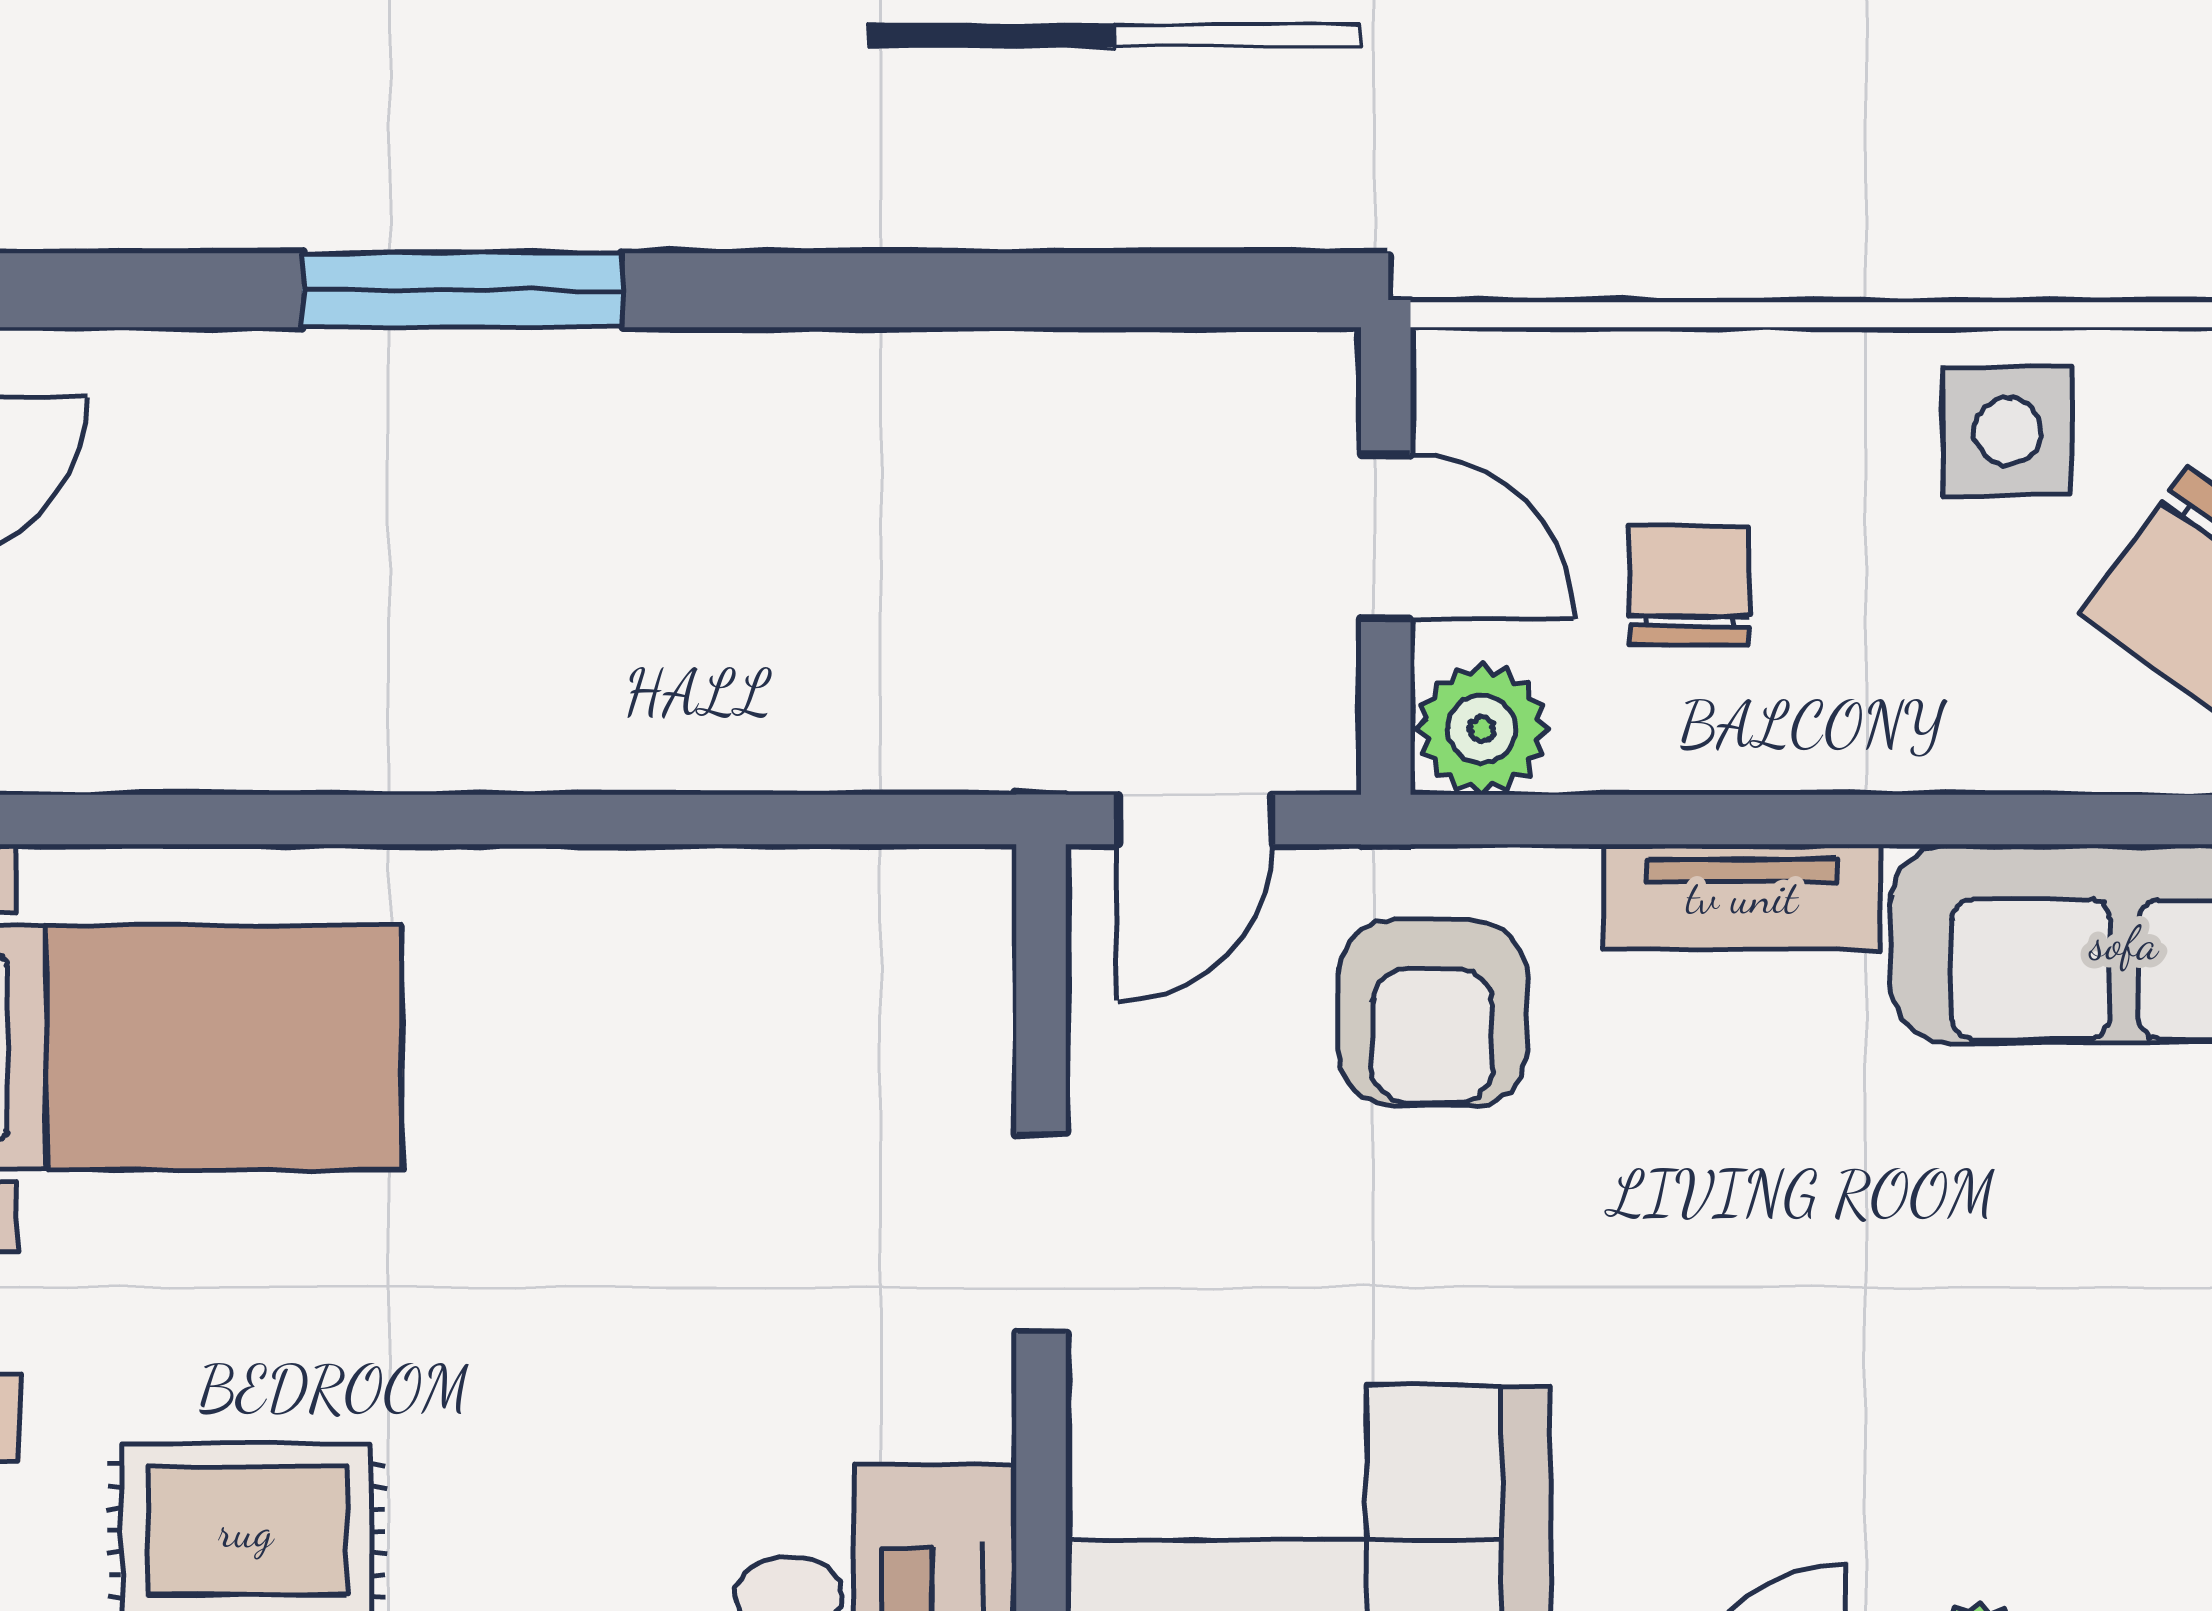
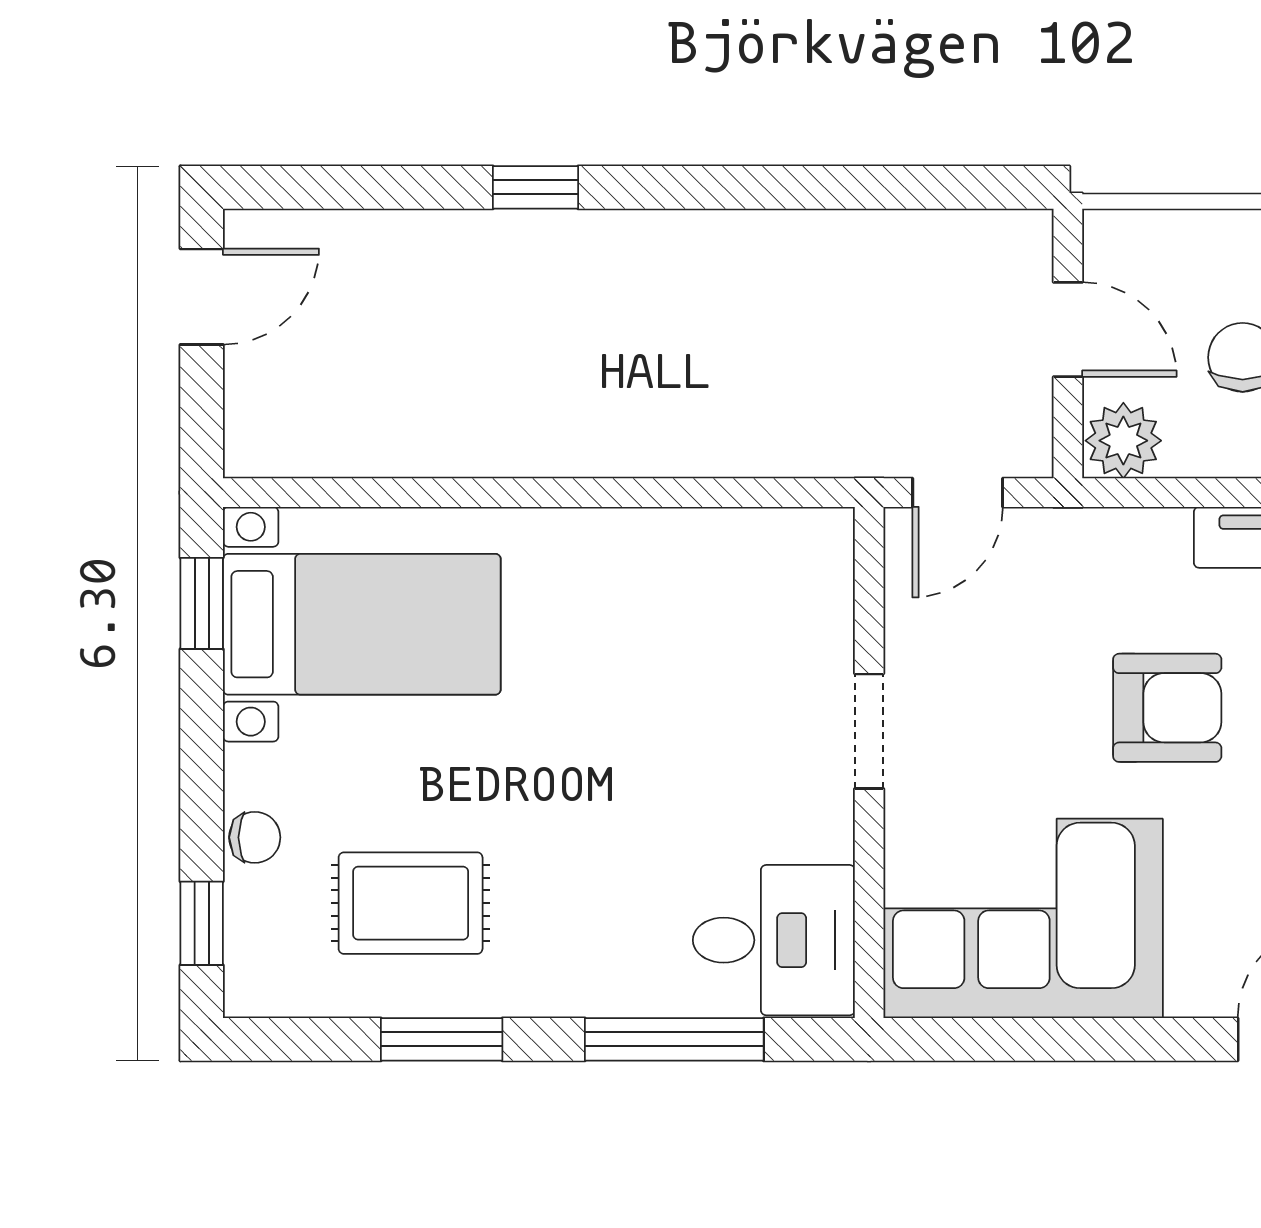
window: (463, 290) -> (535, 187), width x0.46
armchair: (1433, 1013) -> (1167, 708), moved, turned -90

